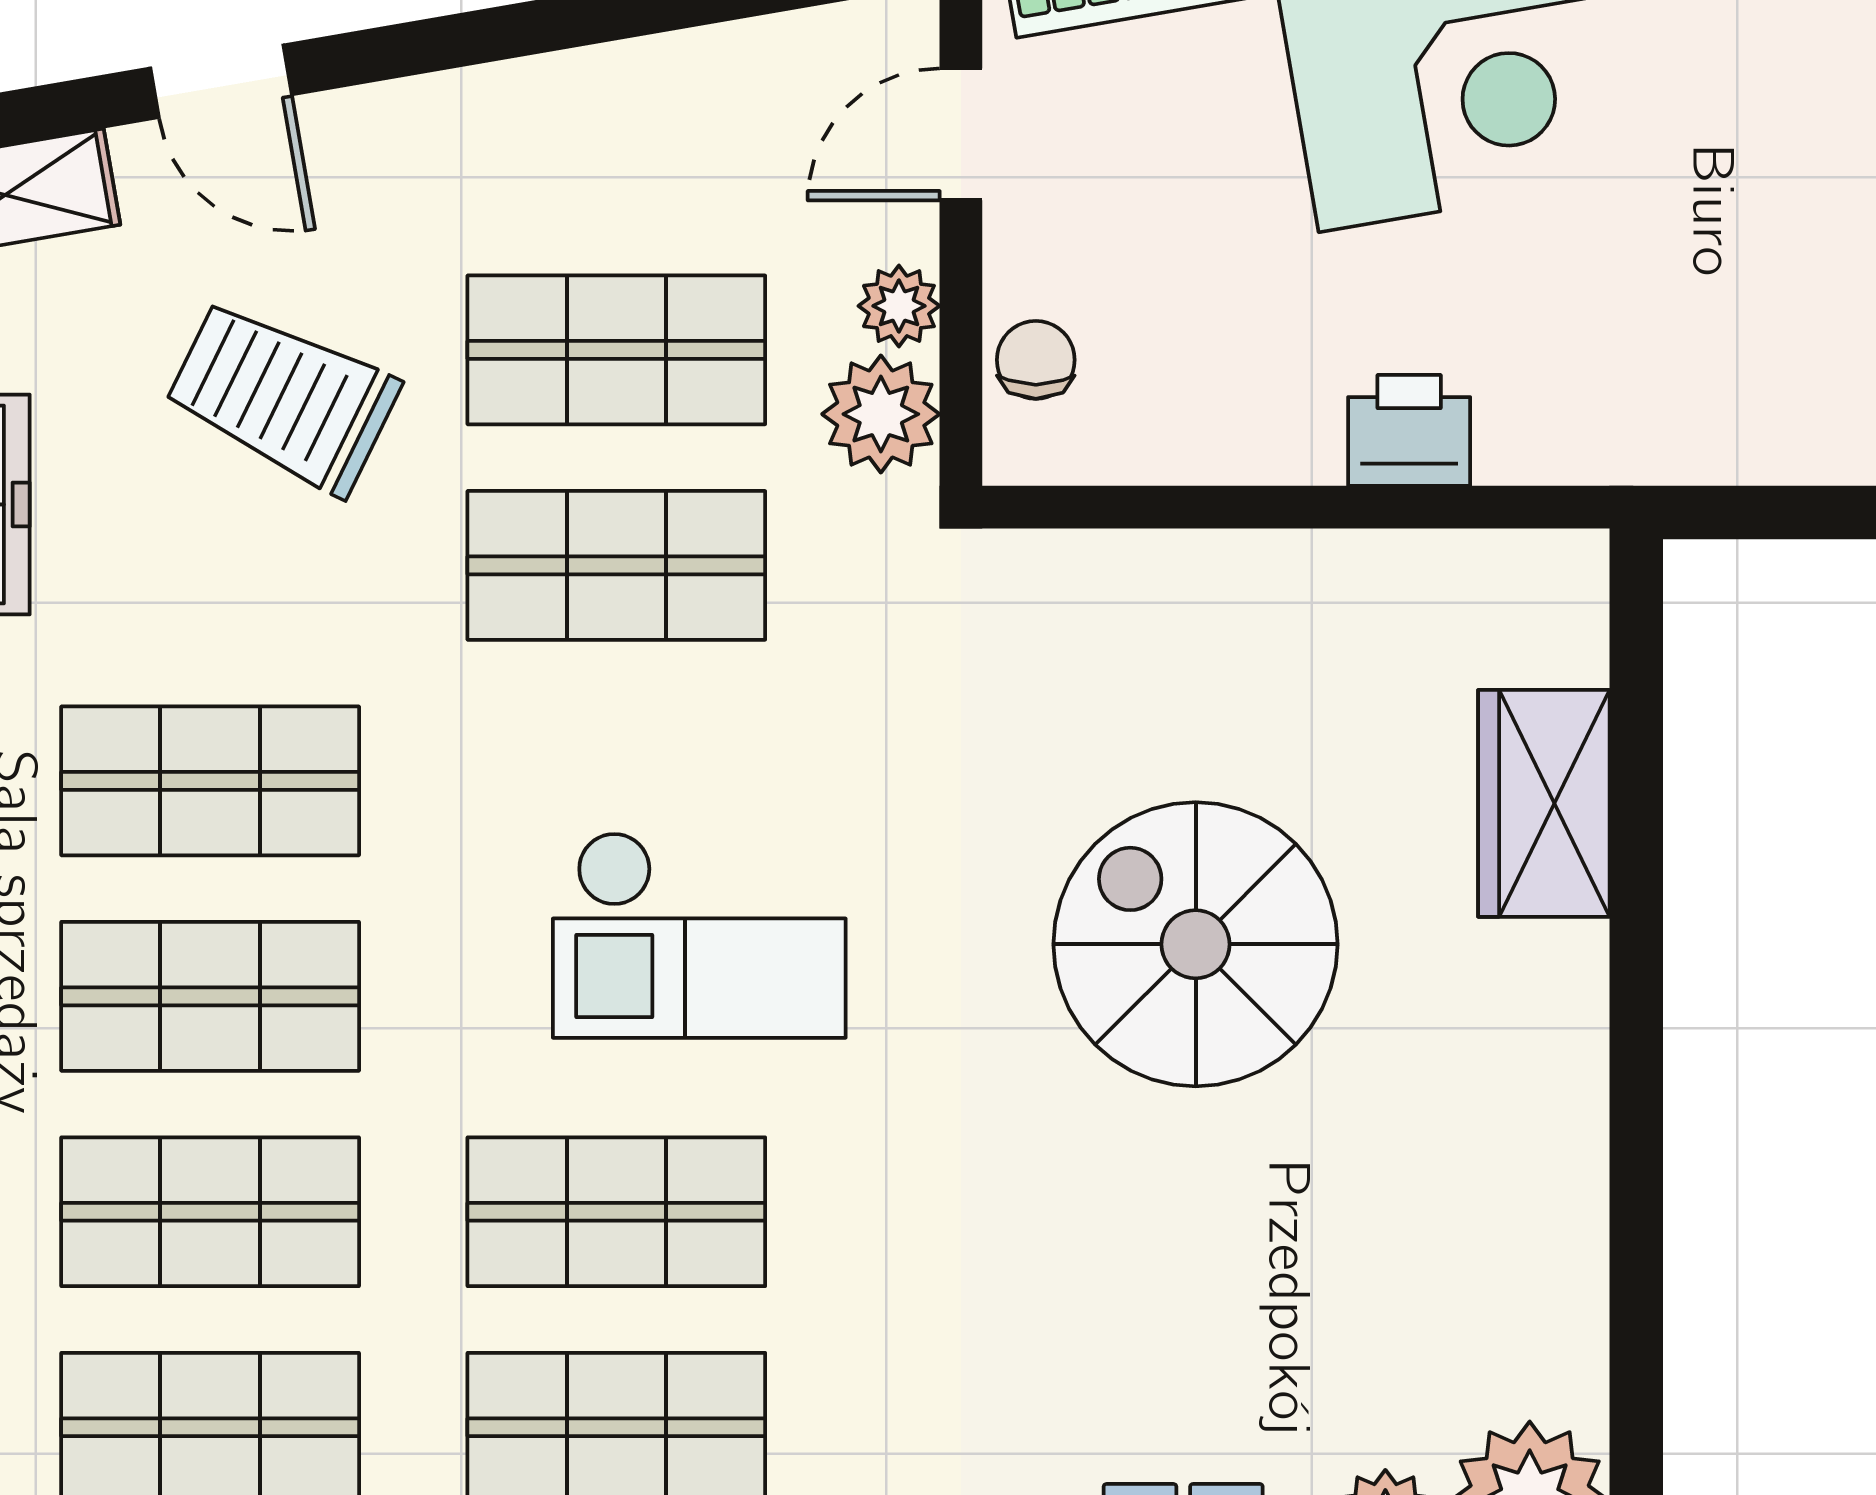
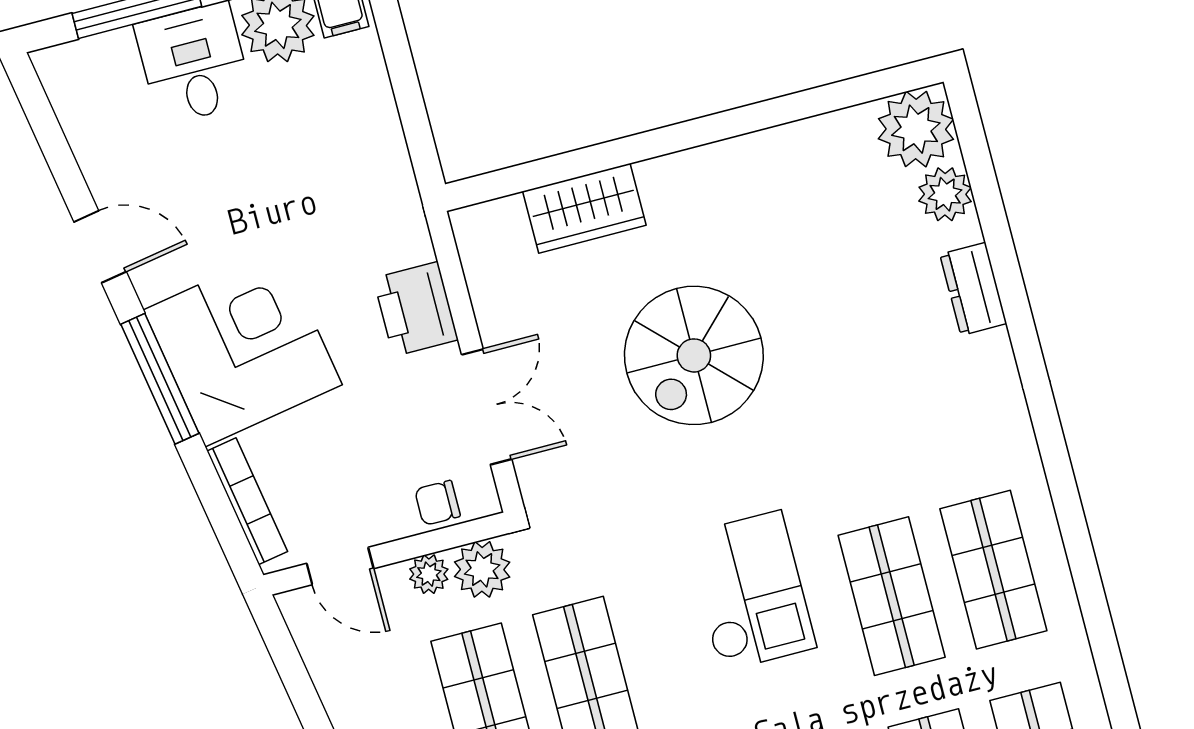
printer: (1409, 430) -> (416, 309), width x1.36, depth x1.24
double door: (1201, 507) -> (487, 407), added

